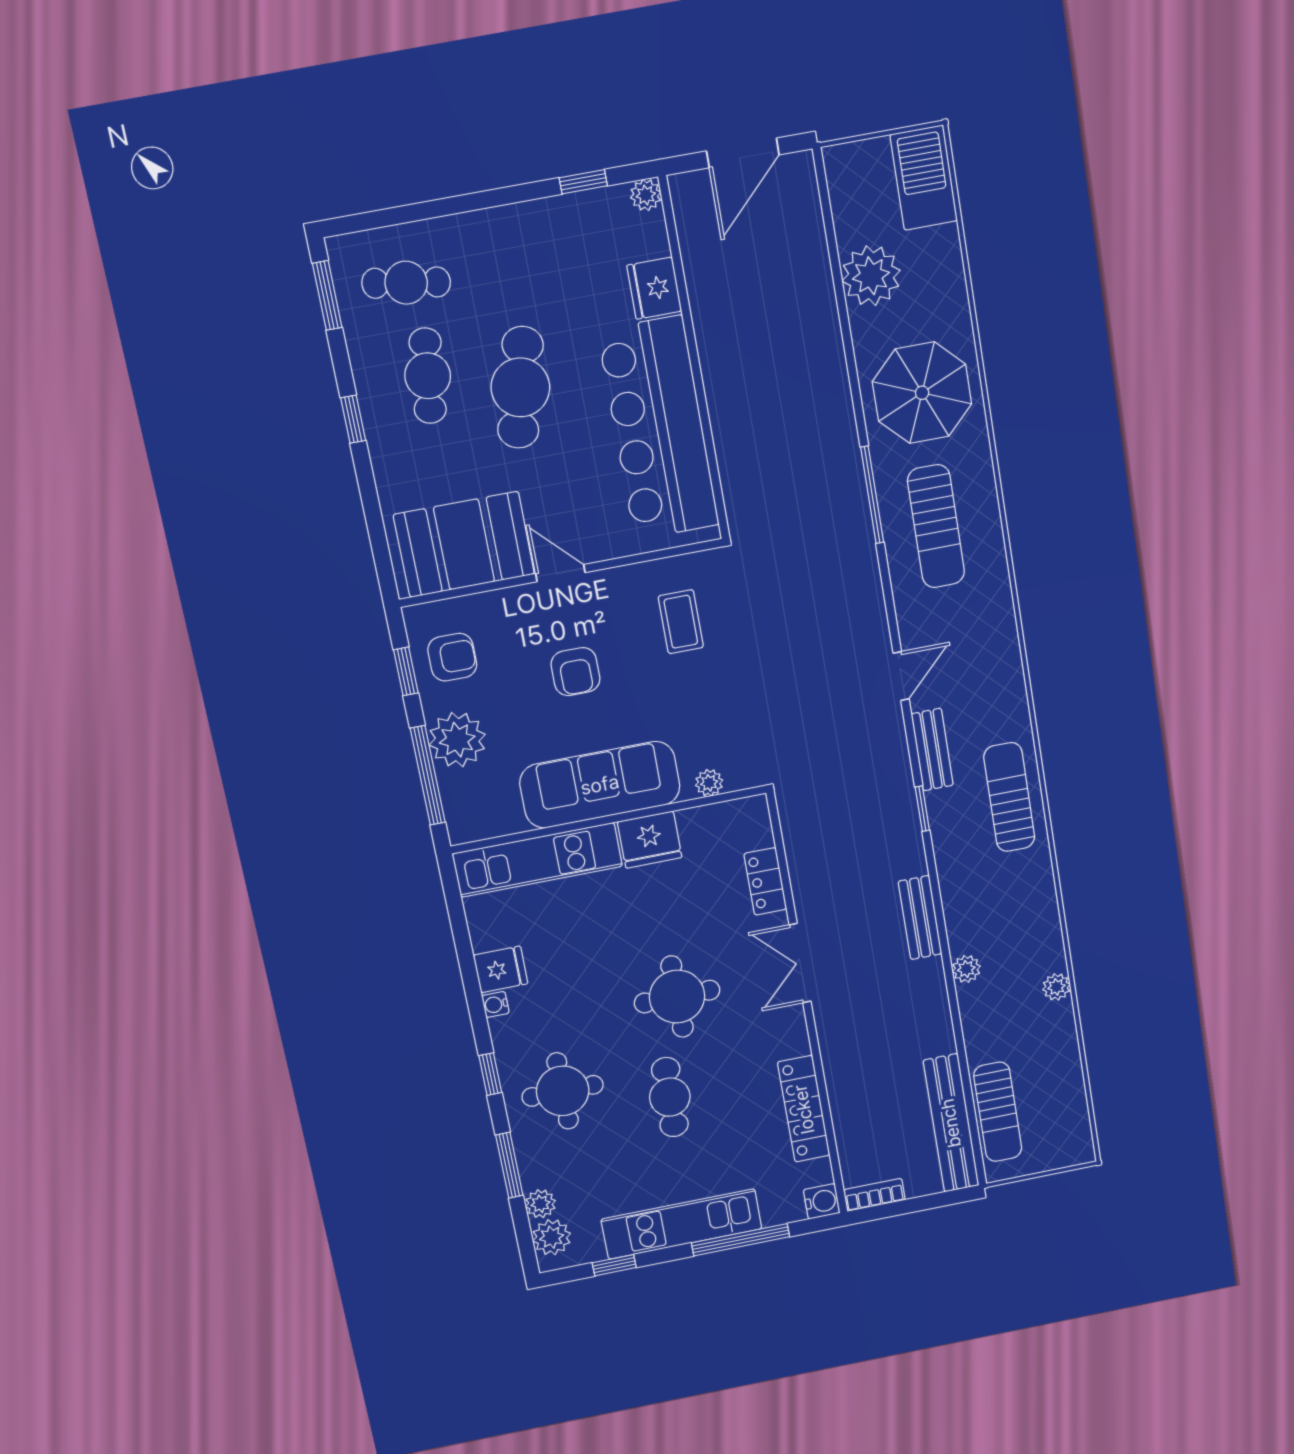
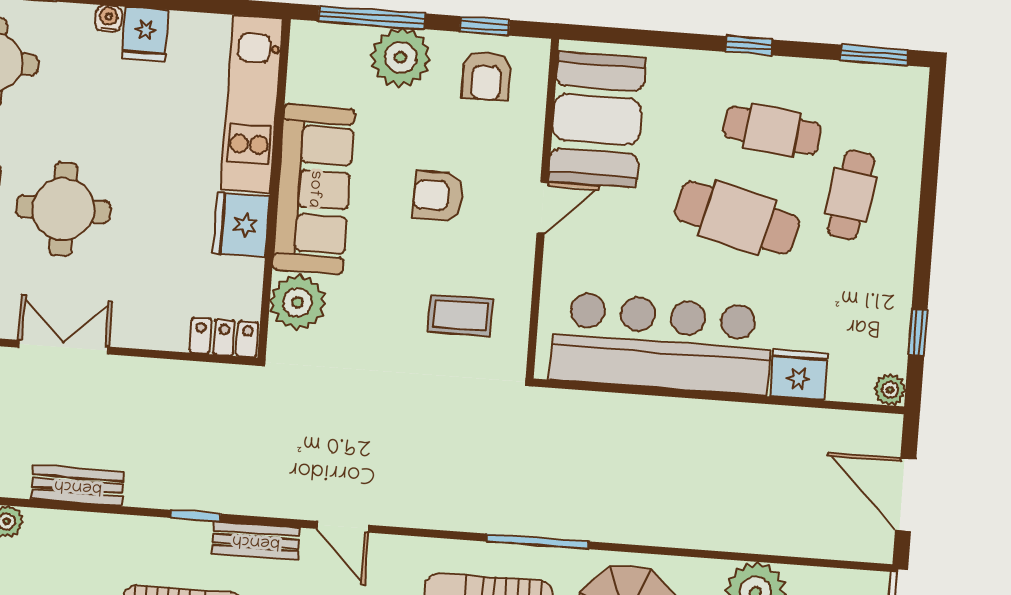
cafe table: (406, 283) -> (851, 195), moved
plant: (709, 783) -> (298, 302), width x1.88, depth x1.88
locker: (765, 881) -> (224, 337), moved

